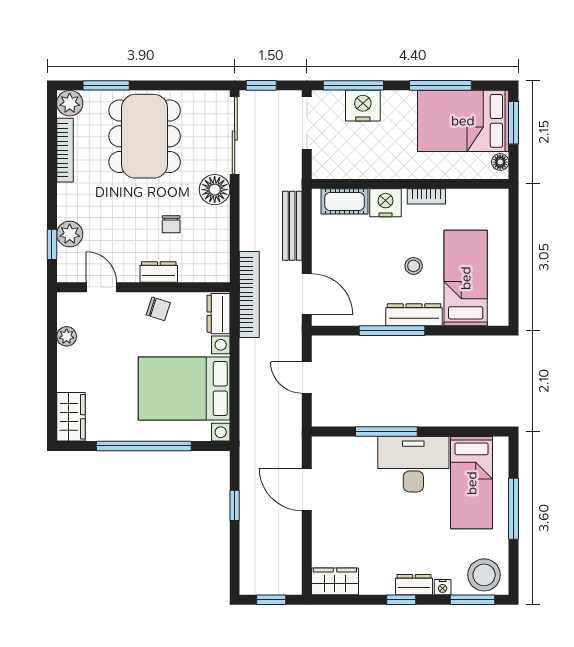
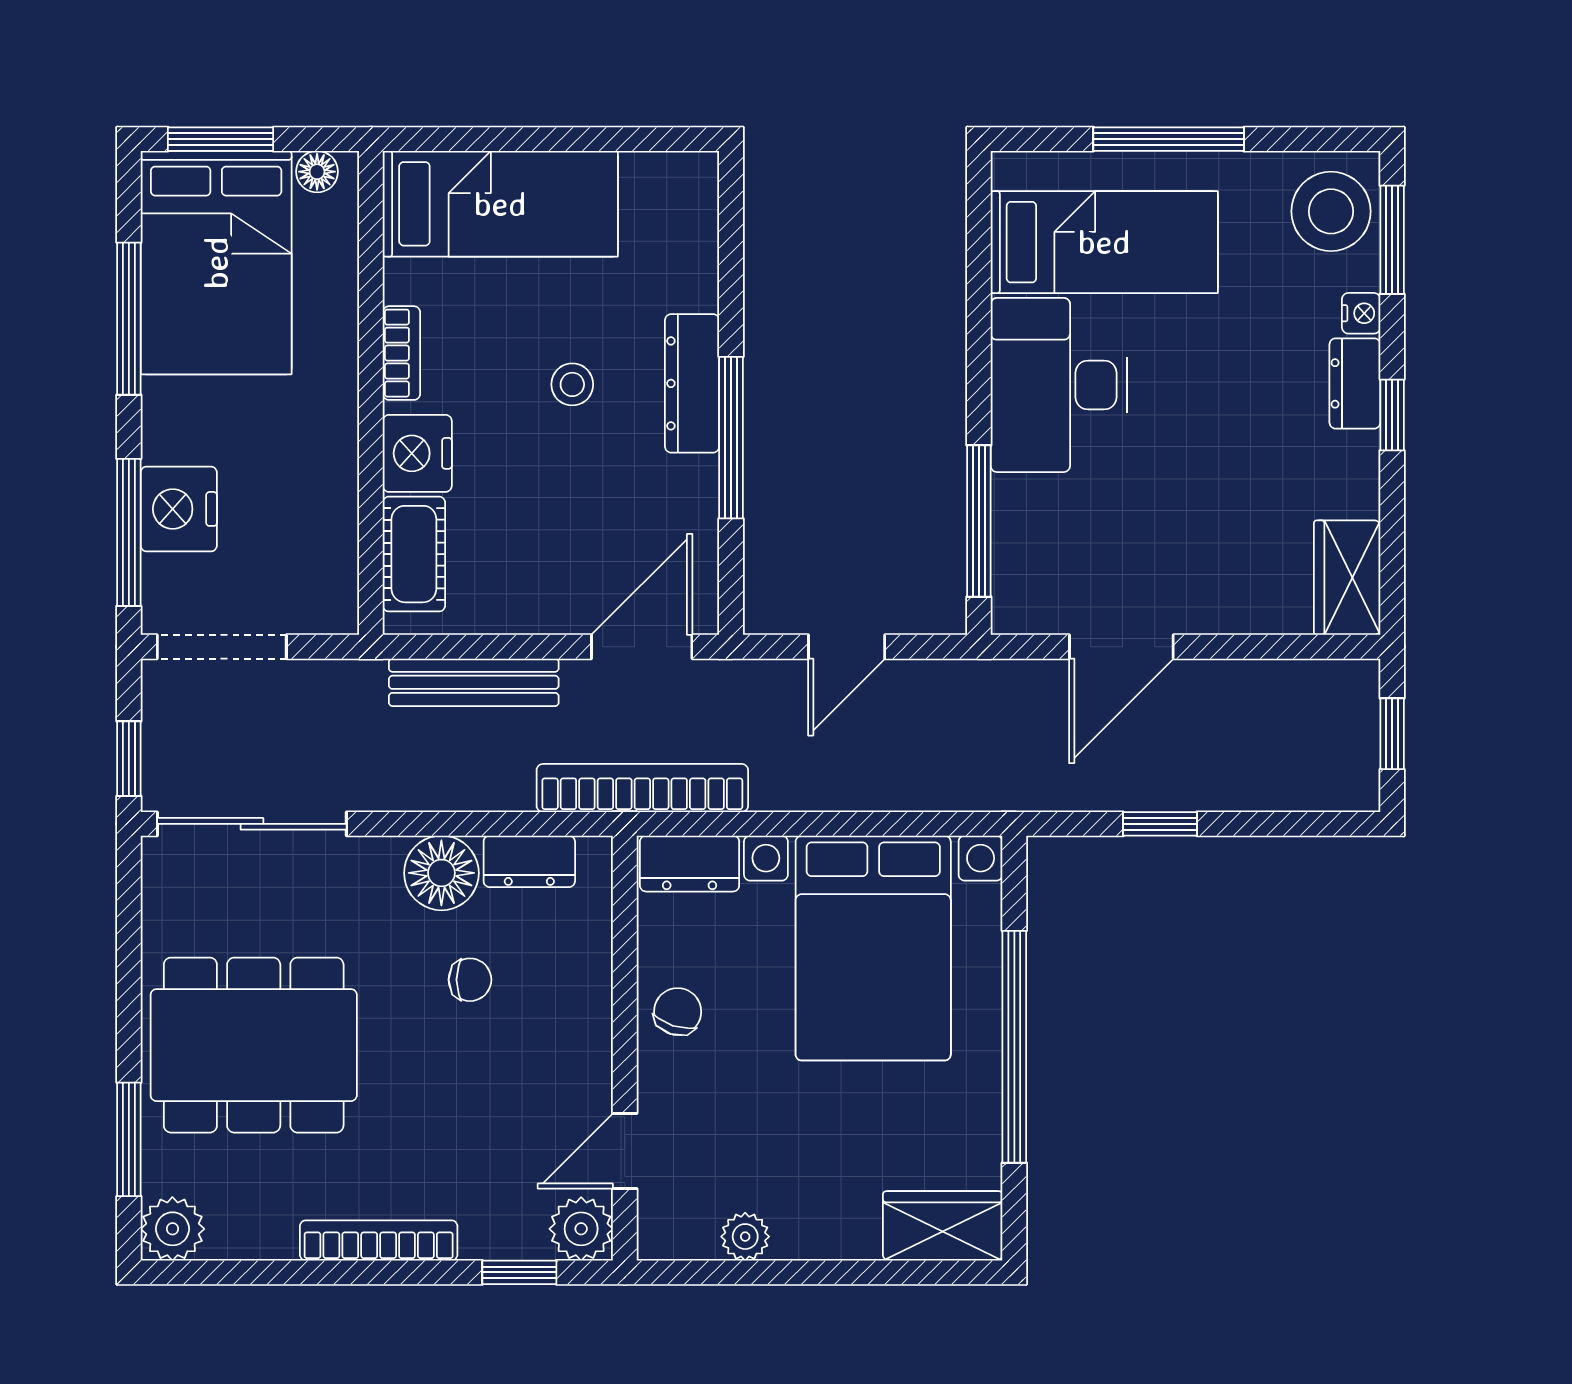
bookcase: (65, 150) -> (379, 1240), moved
floor lamp: (215, 190) -> (441, 873), moved
plant: (70, 234) -> (581, 1229), moved
dresser: (159, 272) -> (529, 861), moved, turned -90
bed: (466, 278) -> (500, 204), moved, turned 180
window: (386, 432) -> (979, 521), moved

